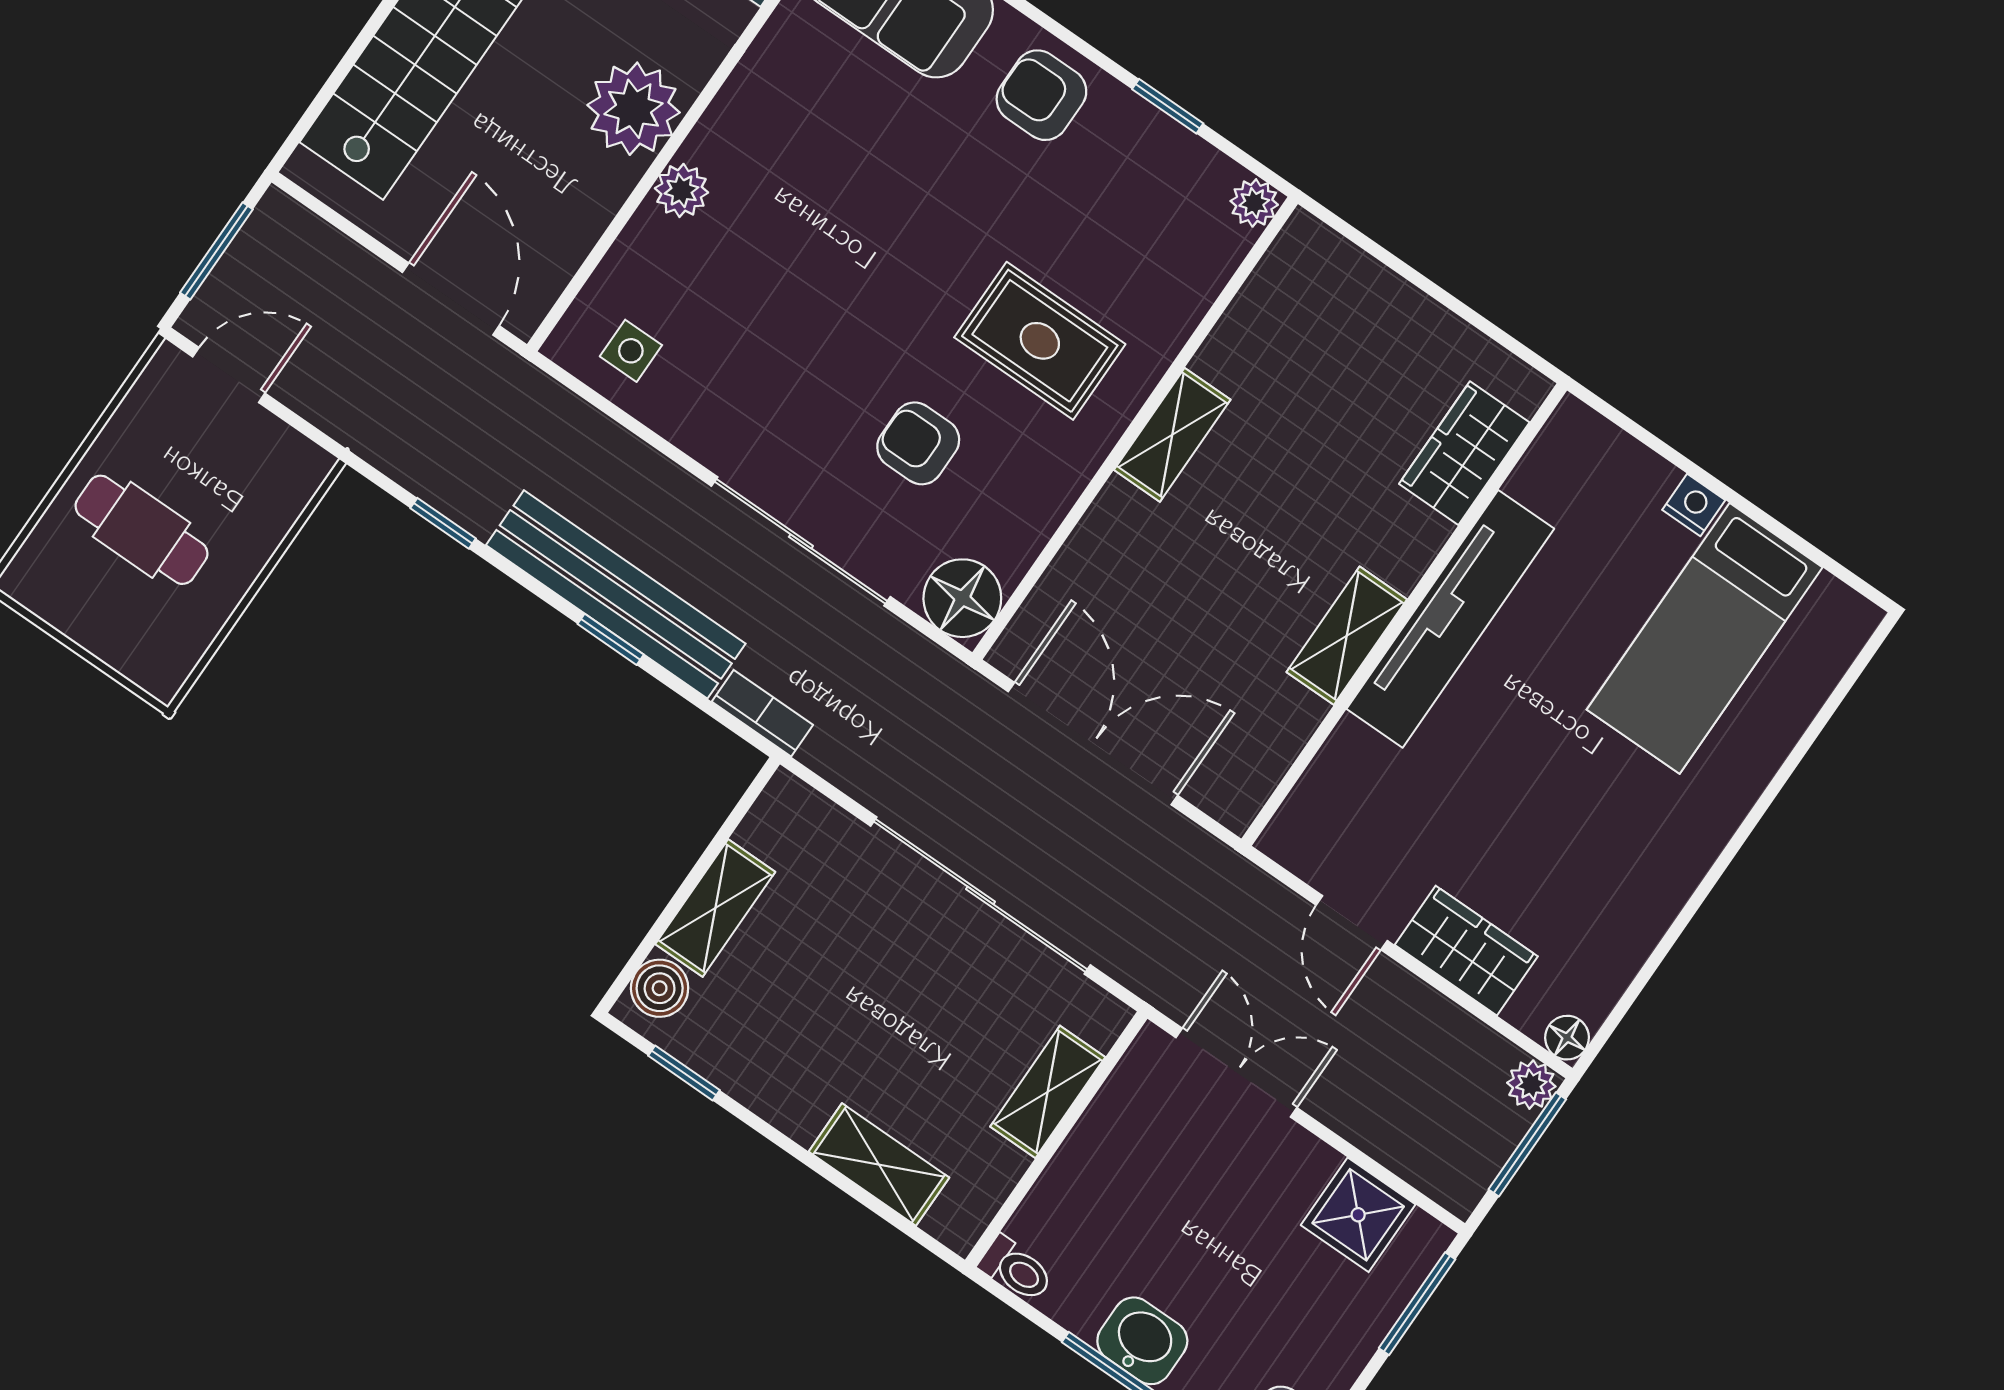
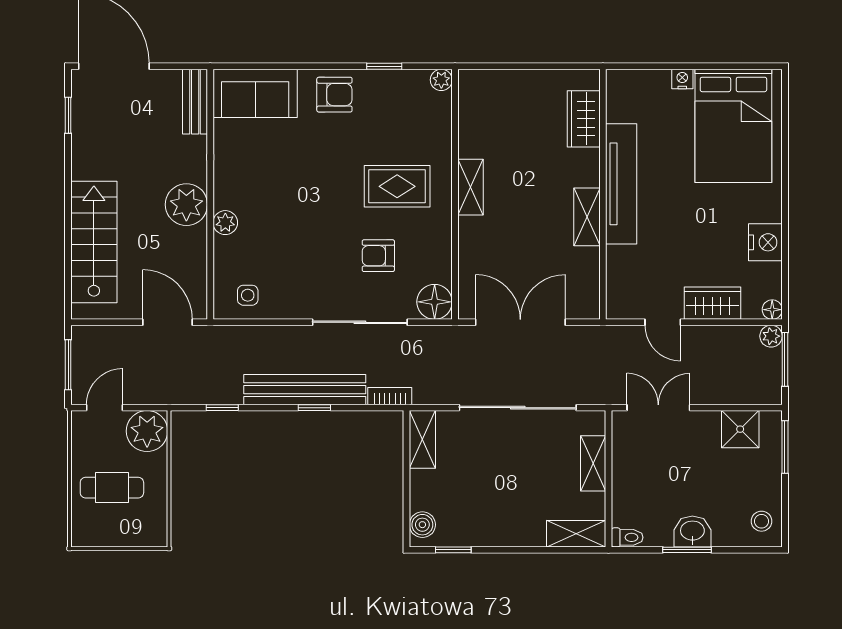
armchair: (1041, 95) -> (334, 95), turned 180
plant: (277, 471) -> (147, 431), added
bed: (1705, 638) -> (733, 126), width x1.50
nightstand: (1639, 907) -> (765, 242), added
shelving: (715, 908) -> (422, 439), moved
shelving: (879, 1165) -> (576, 534), moved

